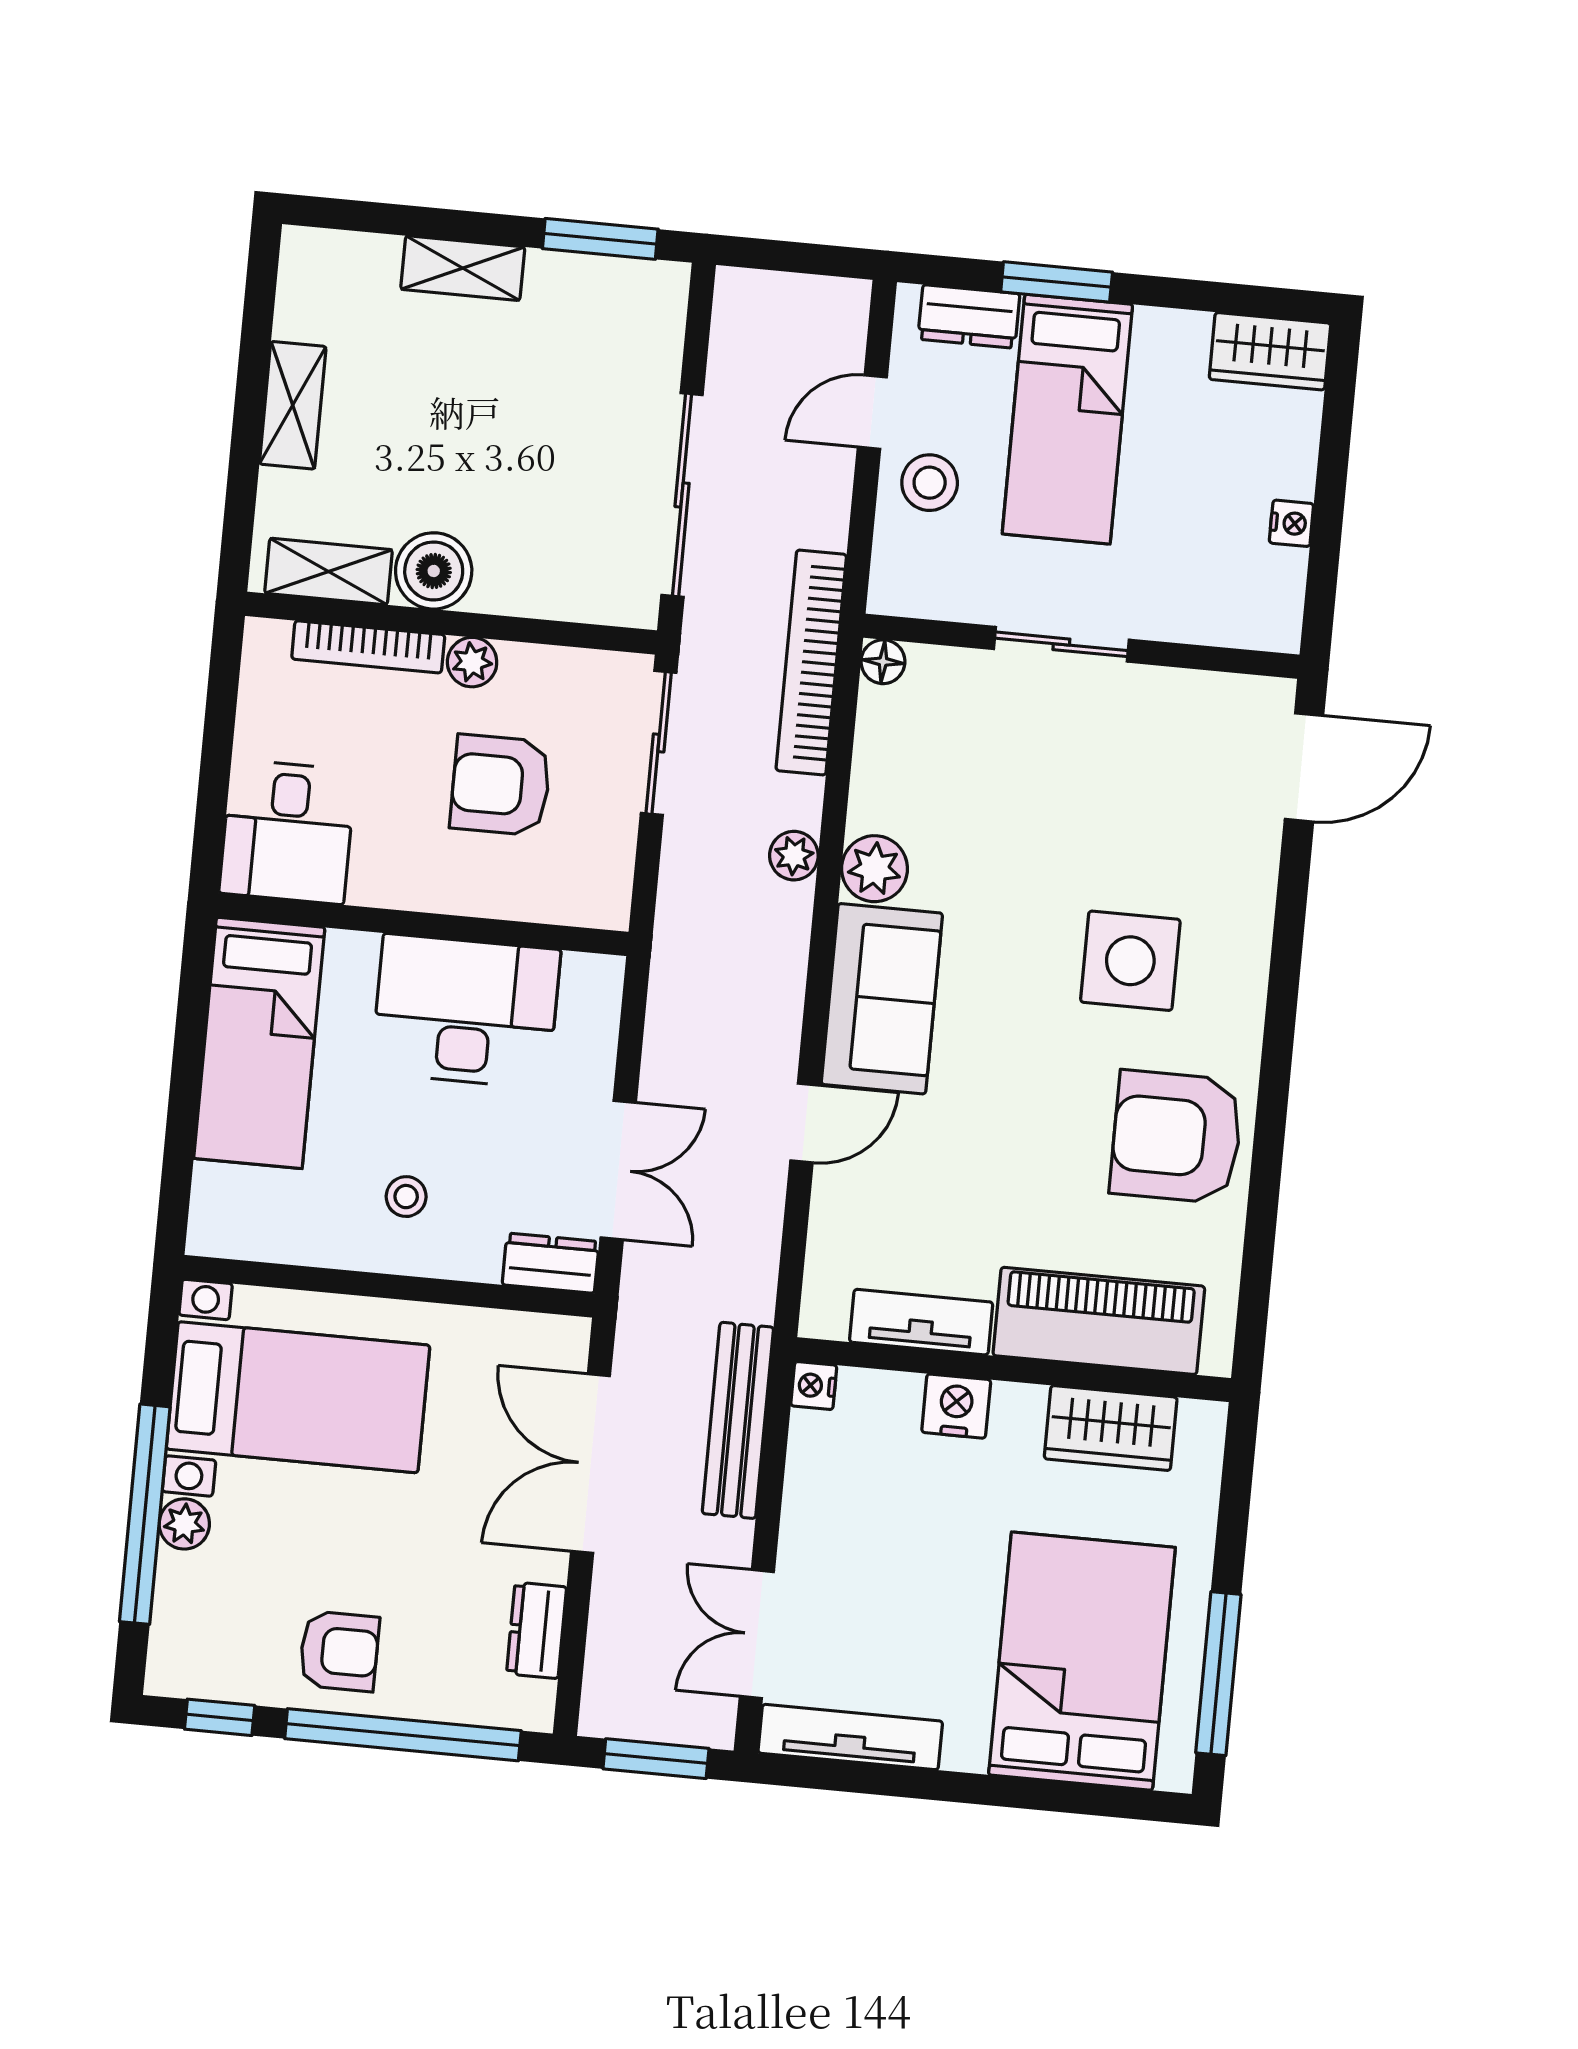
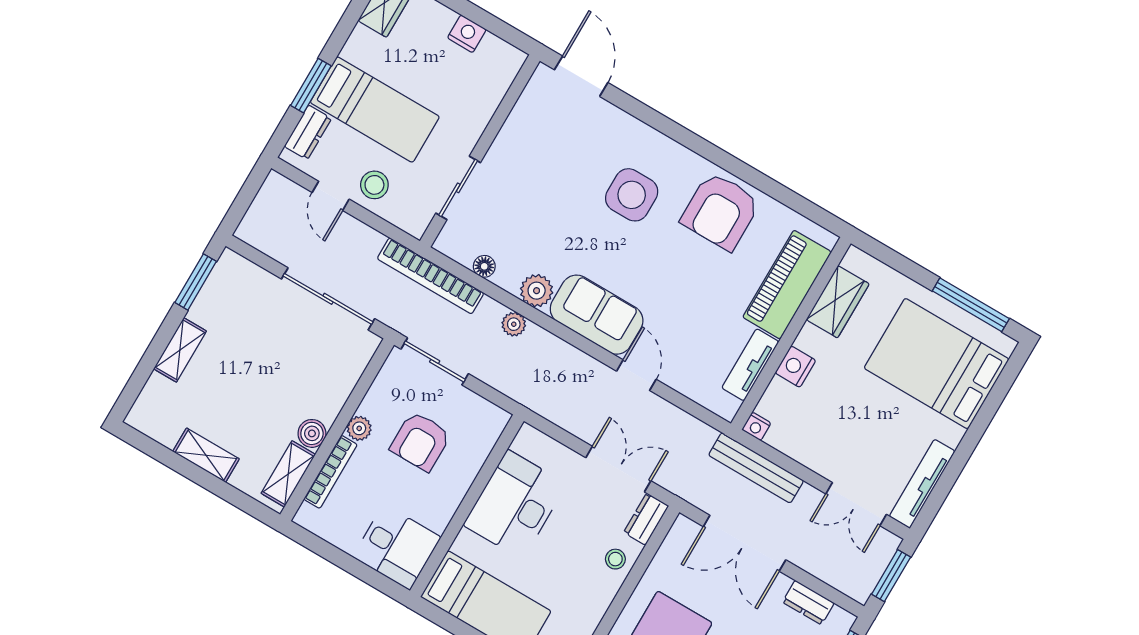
nightstand: (1291, 523) -> (467, 34), width x1.39, depth x1.35
boiler: (434, 571) -> (312, 433), width x0.73, depth x0.73
sliding door: (1061, 644) -> (458, 188), moved
floor lamp: (883, 662) -> (484, 266), moved
stool: (406, 1197) -> (615, 559), moved

